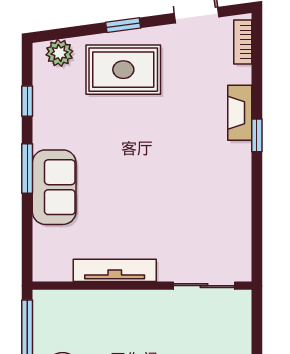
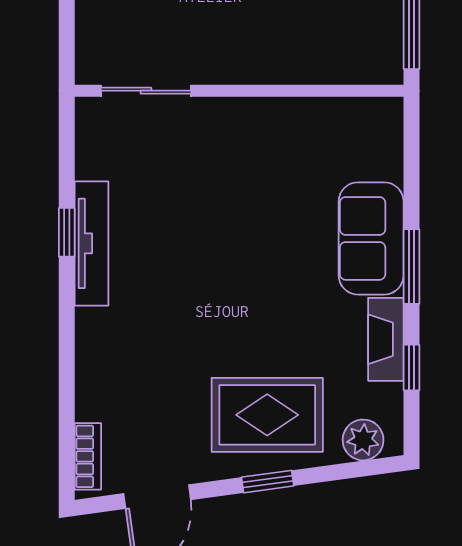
fireplace: (240, 113) -> (386, 339), moved, turned 180
window: (257, 135) -> (67, 232), moved
tv unit: (115, 270) -> (92, 243), moved, turned -90

